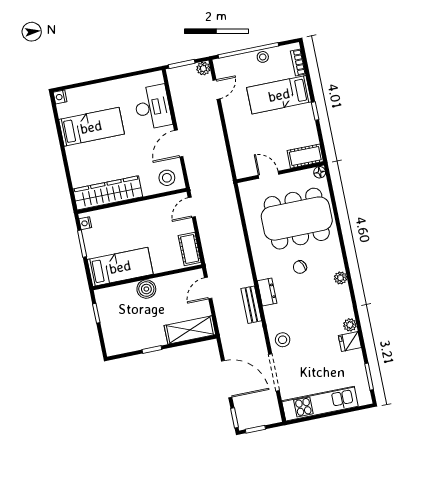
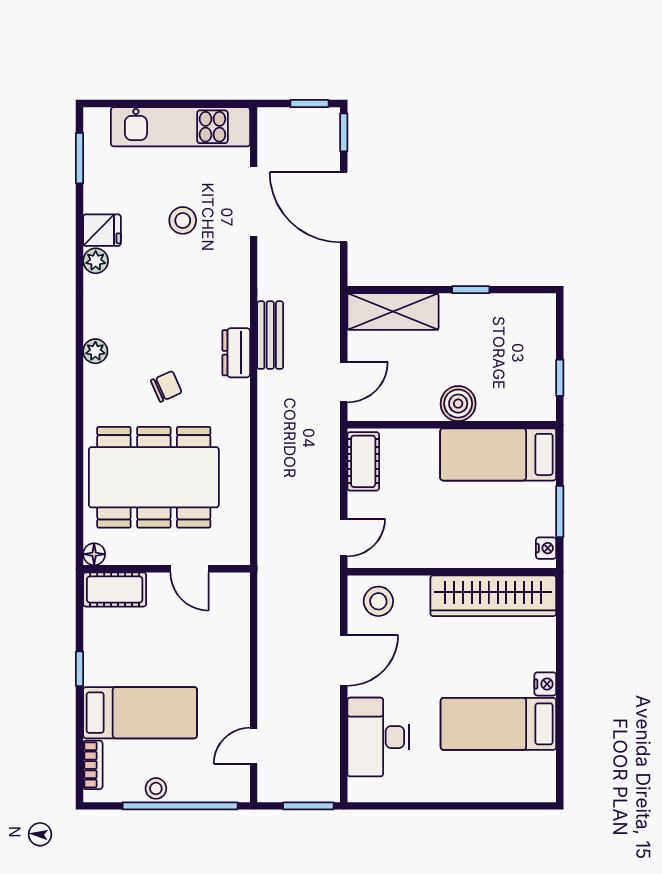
plant: (203, 68) -> (270, 789), removed
nightstand: (60, 97) -> (545, 684), moved
stool: (283, 340) -> (183, 220), moved

